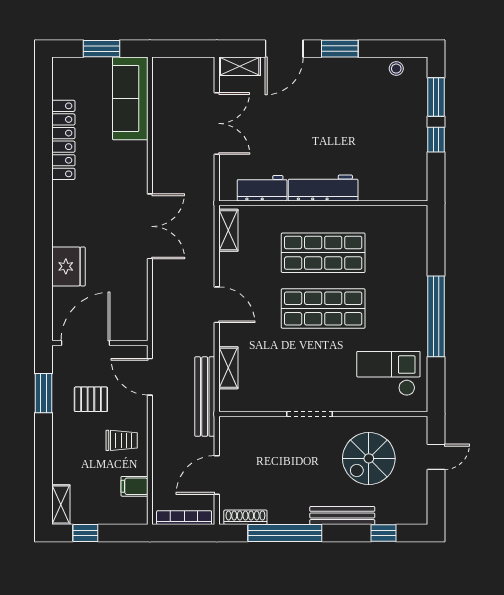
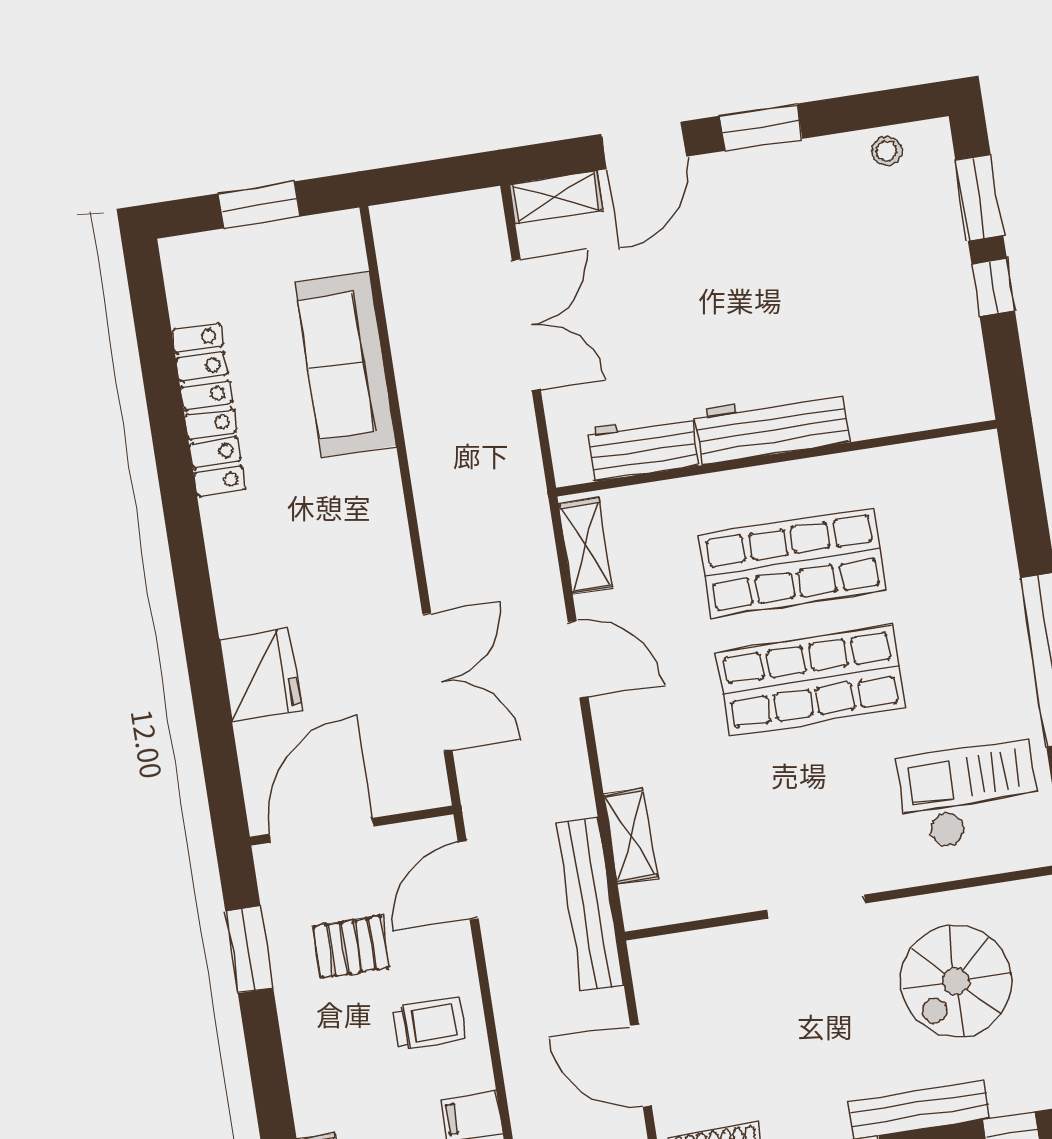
sofa: (130, 98) -> (346, 364), moved
double door: (150, 226) -> (437, 682), moved
door: (217, 305) -> (578, 659), moved
door: (150, 377) -> (468, 880), hinge flipped
door: (217, 475) -> (641, 1065), hinge flipped

